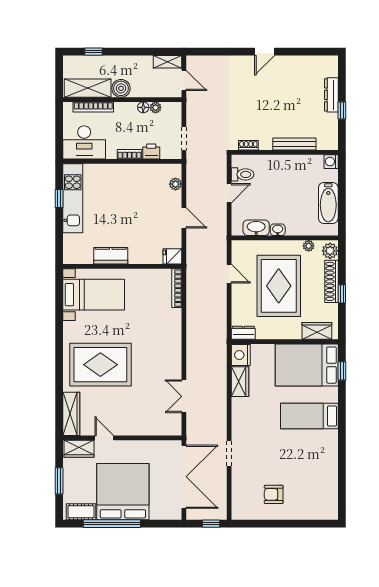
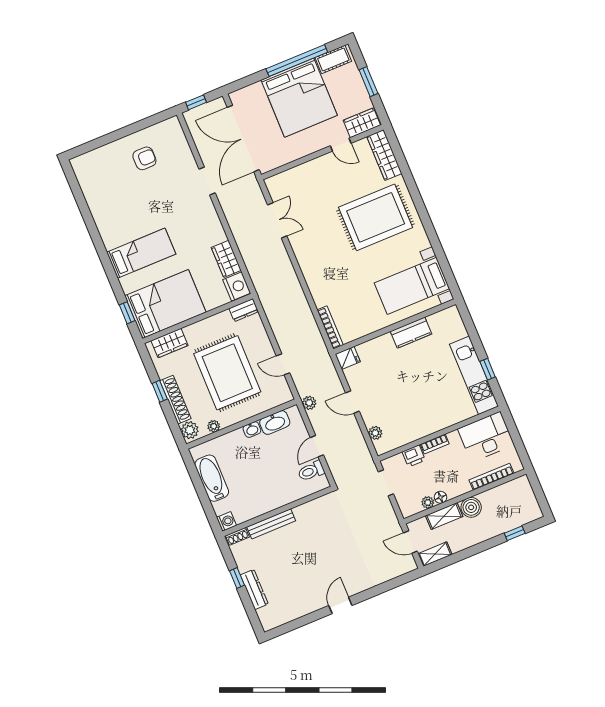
shelving: (88, 88) -> (444, 516), moved, width x0.67, depth x0.75
shoe rack: (248, 145) -> (237, 536), moved
plant: (220, 232) -> (309, 403), added

